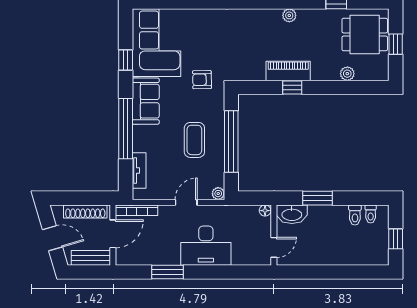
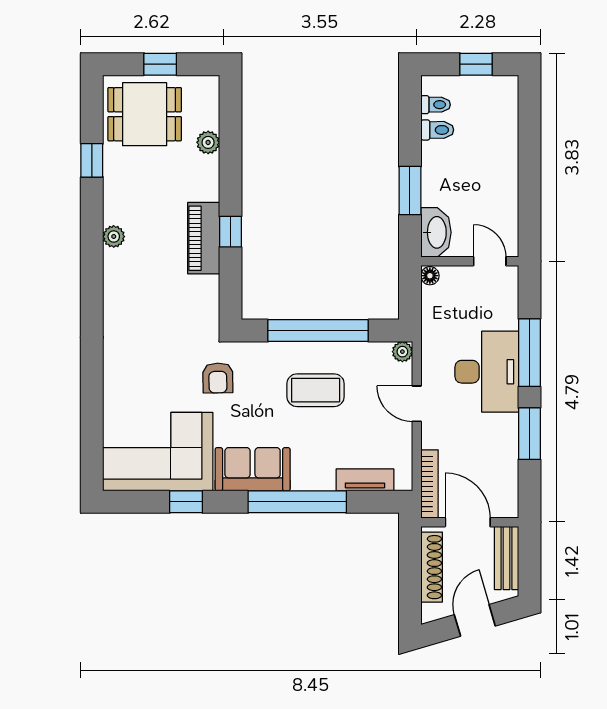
dining table: (365, 35) -> (145, 114), turned 90
window: (218, 272) -> (529, 353), added

